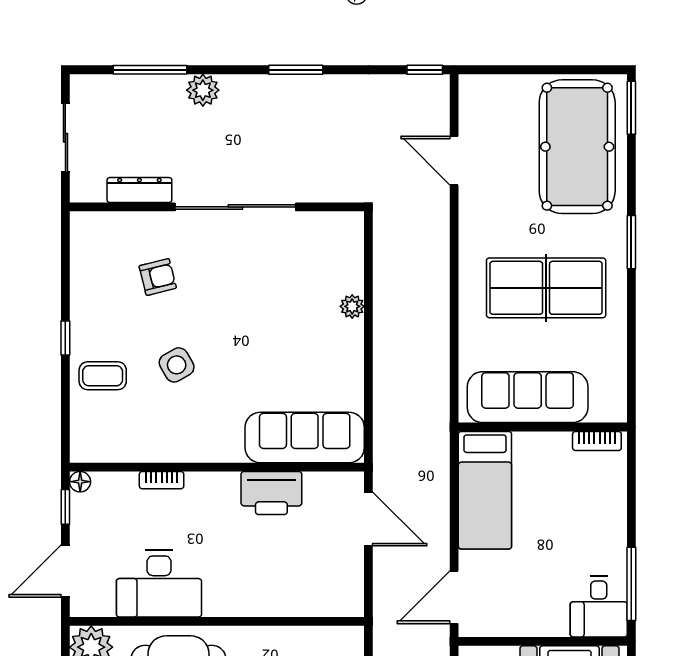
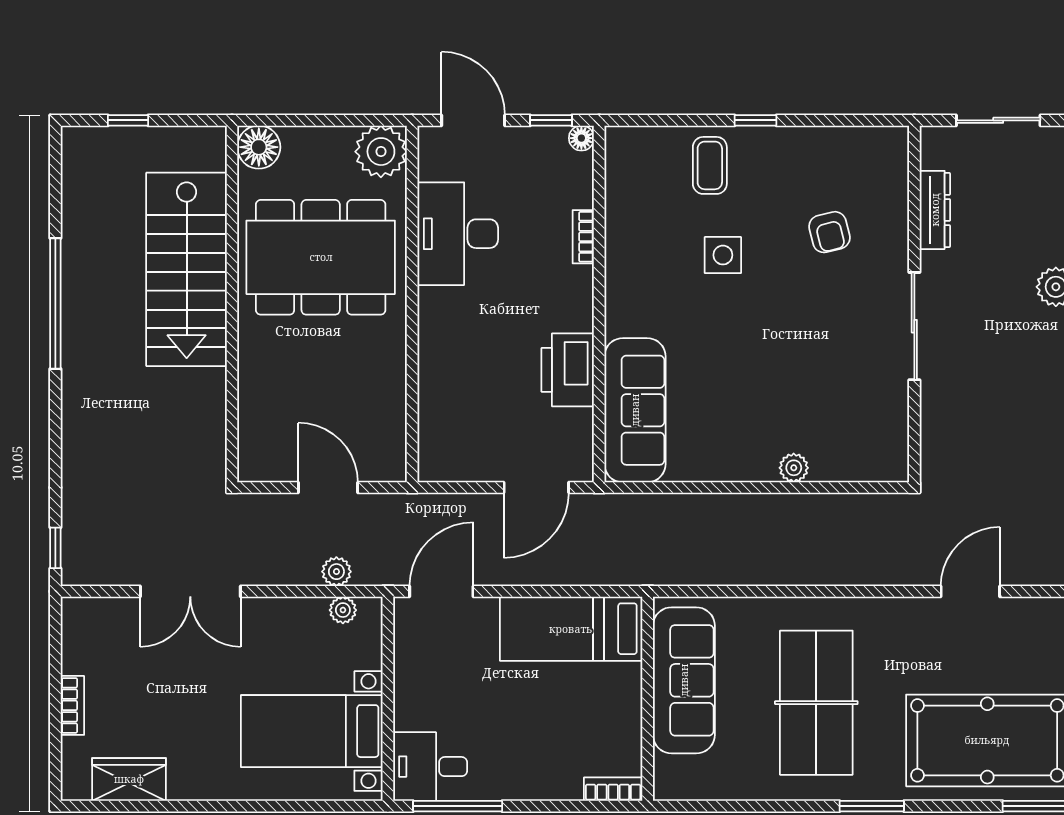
sliding door: (235, 207) -> (914, 326), width x0.73
side table: (177, 365) -> (723, 255), turned 30
bookcase: (597, 441) -> (613, 789), moved, turned 90
door: (454, 597) -> (441, 591), hinge flipped

